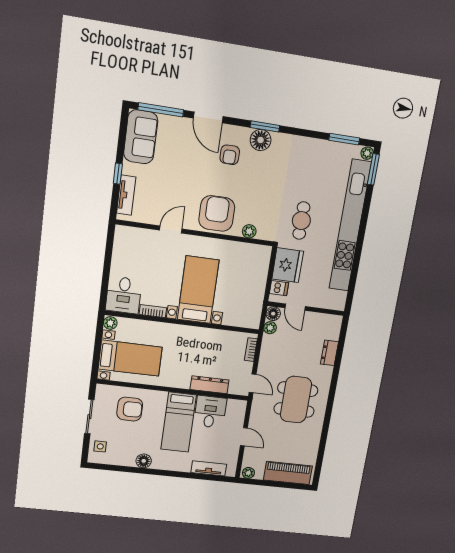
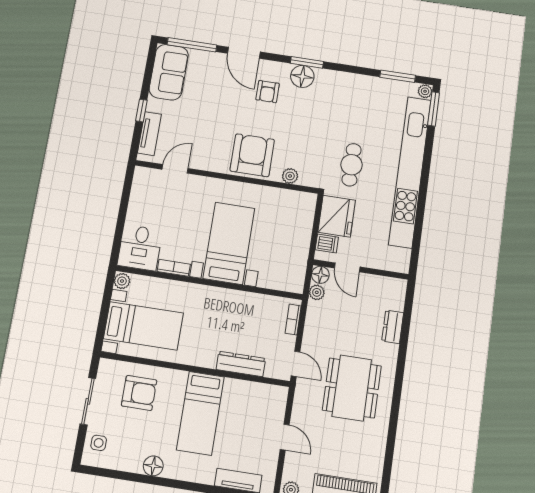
door: (171, 230) -> (175, 169), moved
desk: (210, 412) -> (241, 401), removed

